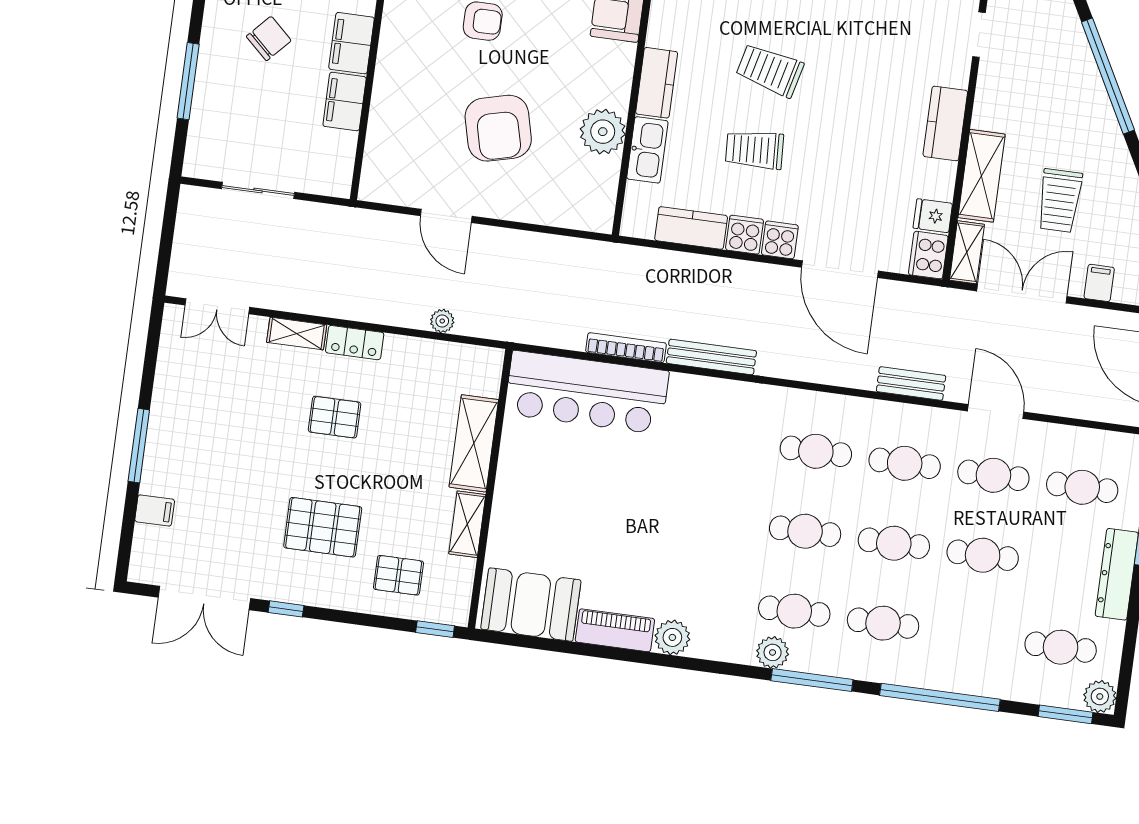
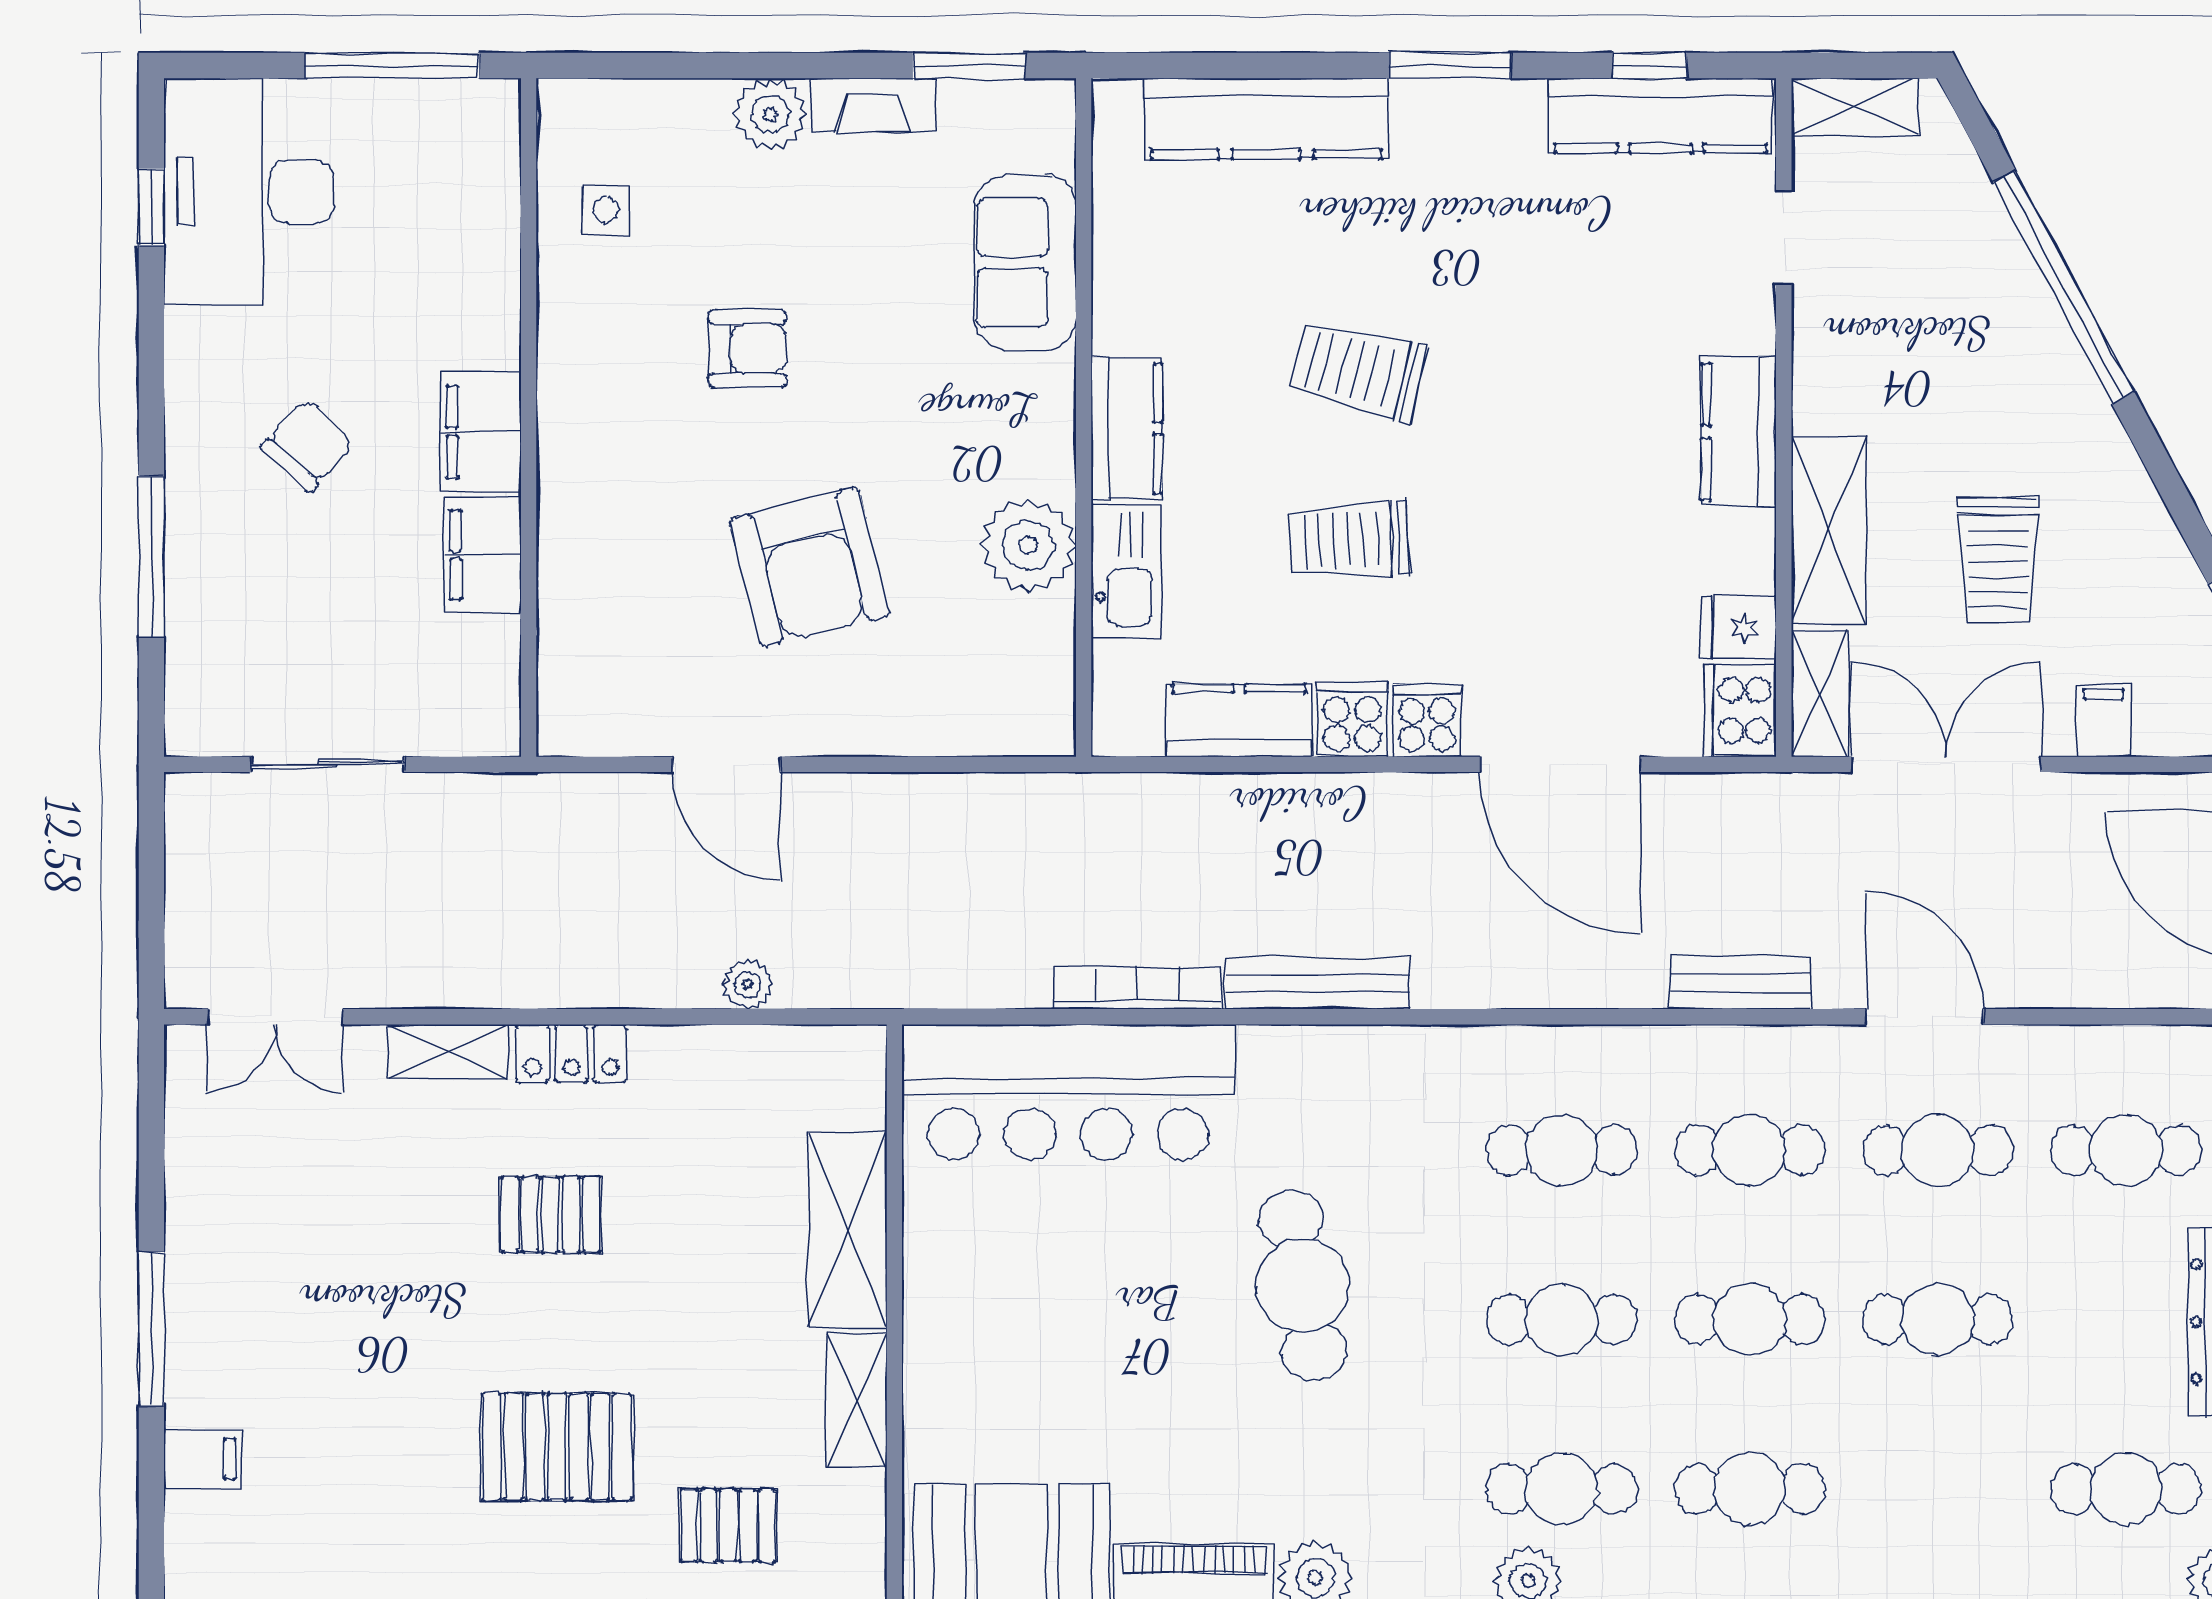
cafe table: (685, 499) -> (1303, 1285), added

